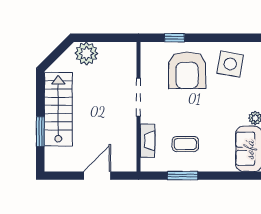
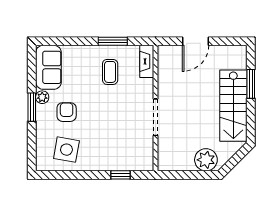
armchair: (187, 70) -> (67, 112), moved, width x0.53, depth x0.53
fireplace: (148, 141) -> (147, 61), moved
coffee table: (185, 144) -> (110, 72), turned 90

